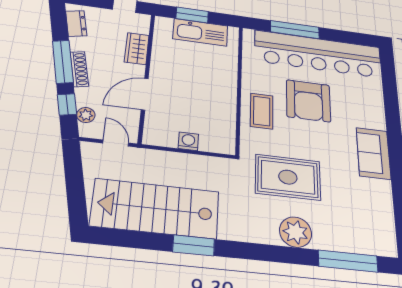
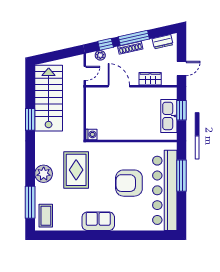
coffee table: (262, 111) -> (46, 216), moved, turned 90
washing machine: (188, 141) -> (91, 134), moved

